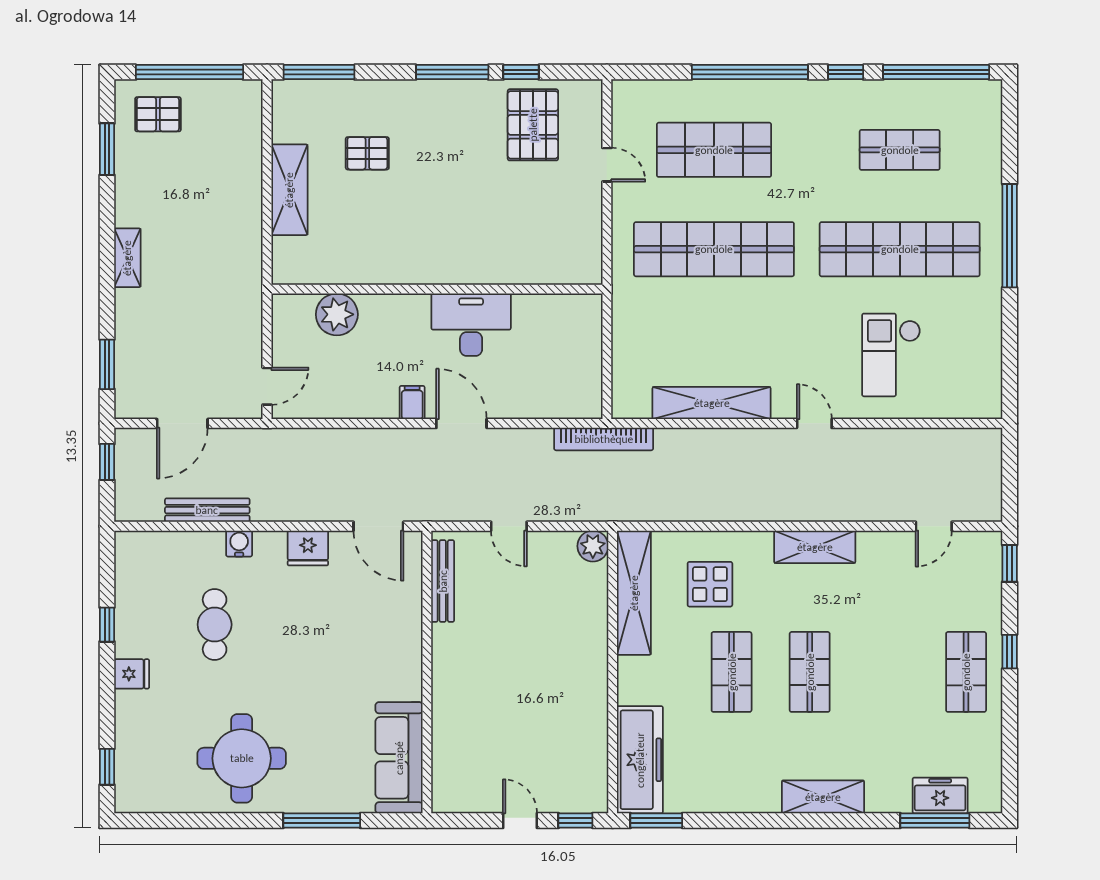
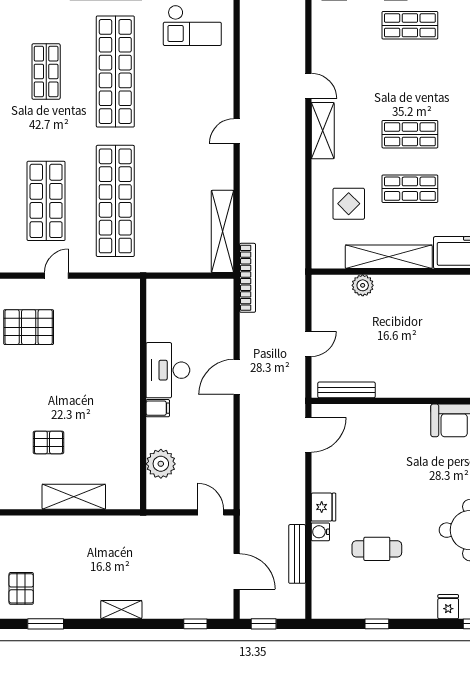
pallet: (367, 153) -> (48, 442), turned 90
checkout: (891, 355) -> (192, 25), moved
window: (107, 364) -> (195, 624), width x0.67
filing cabinet: (412, 402) -> (158, 408), moved, turned 180
shelving: (712, 403) -> (222, 231), moved
door: (934, 526) -> (308, 86), moved
plant: (593, 546) -> (363, 285), moved
fridge: (308, 548) -> (324, 507), moved
shelving: (634, 593) -> (389, 257), moved
fridge: (132, 674) -> (448, 607), moved

